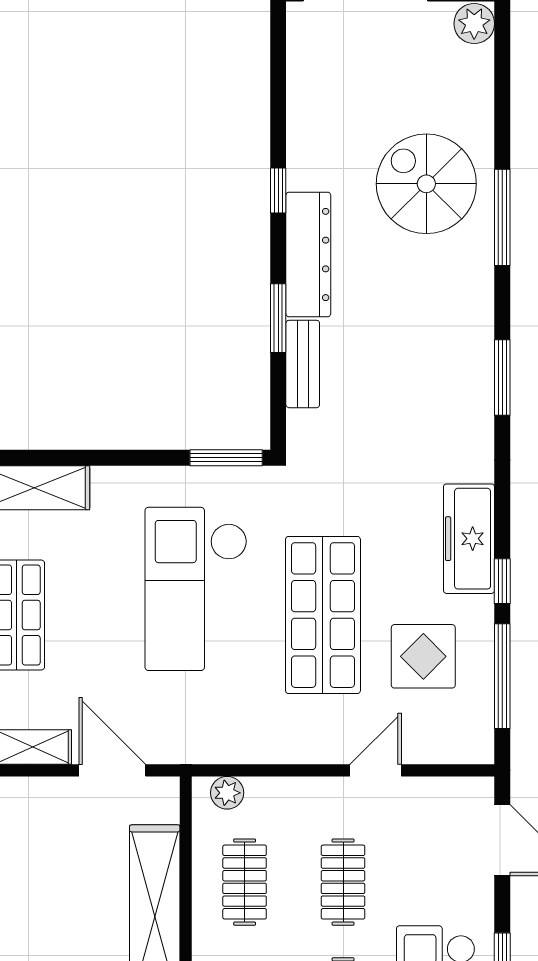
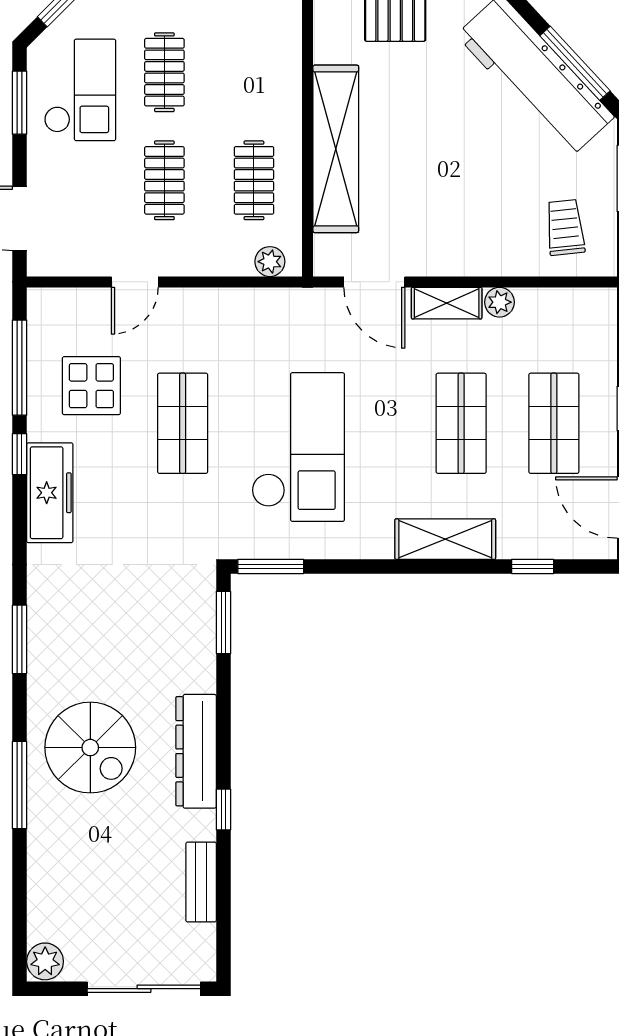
spiral stairs: (426, 184) -> (90, 748), moved
window: (278, 318) -> (223, 623), moved
bench: (303, 364) -> (201, 882), moved
shop shelf: (323, 615) -> (183, 423), width x0.70, depth x0.74

